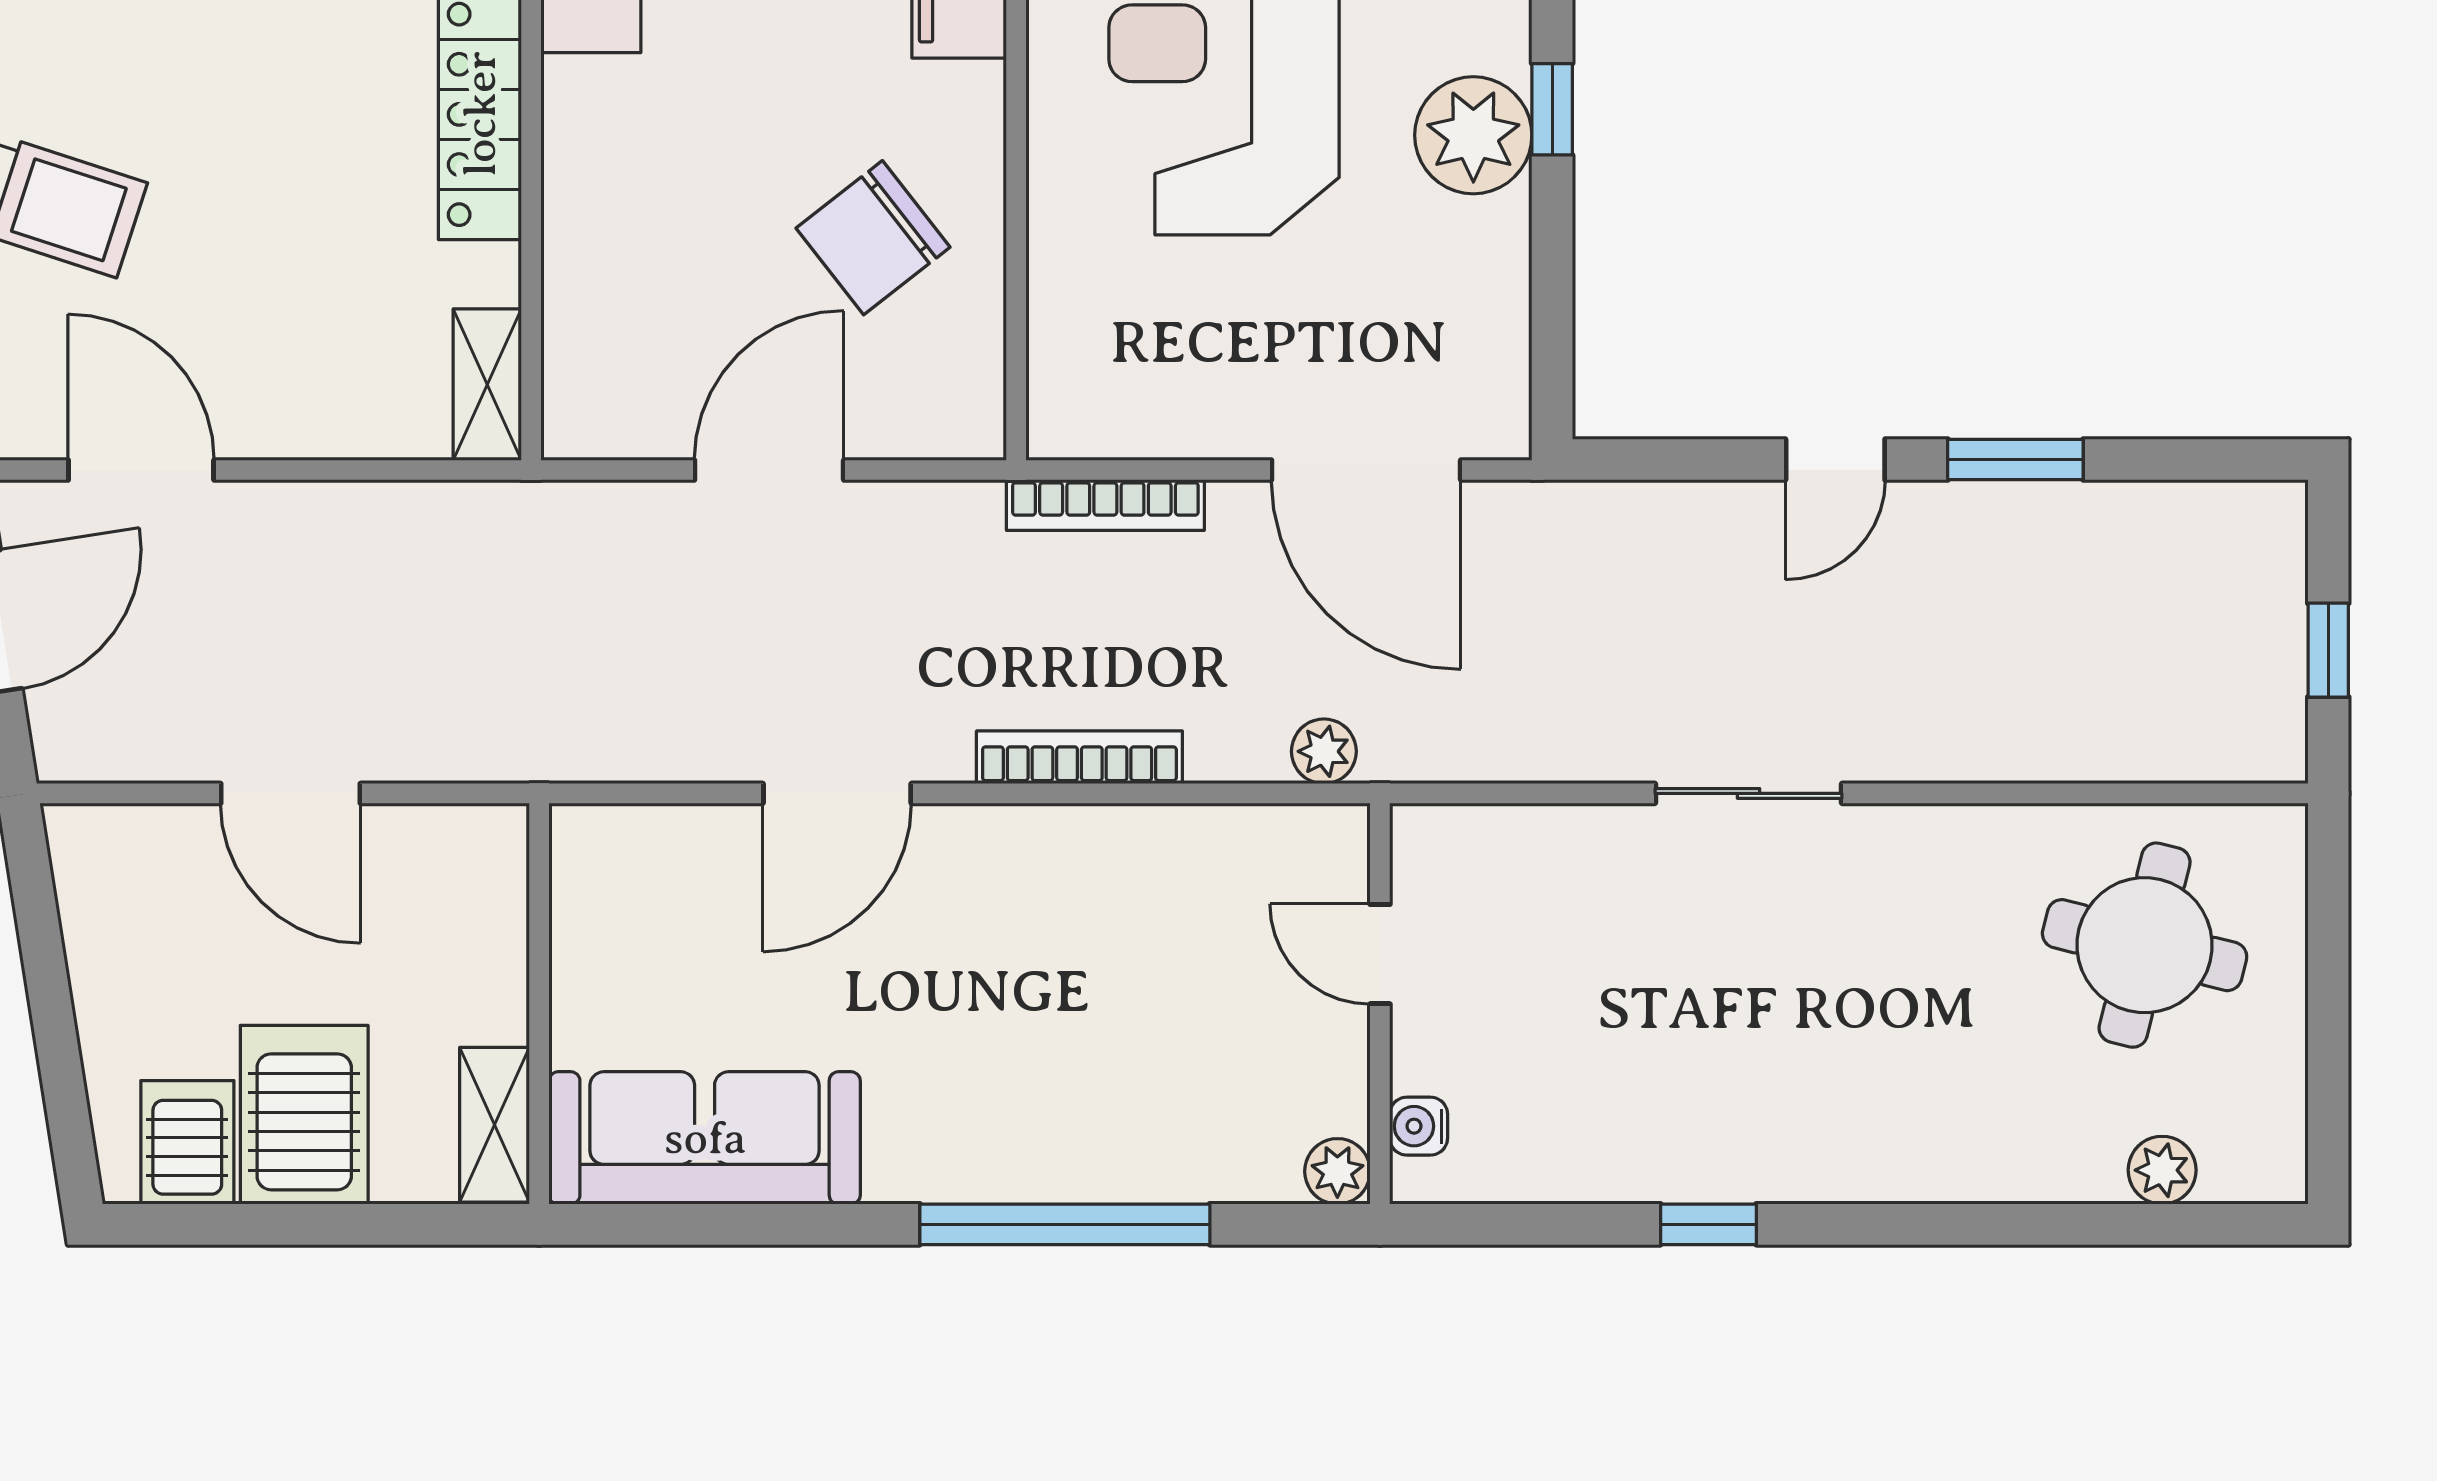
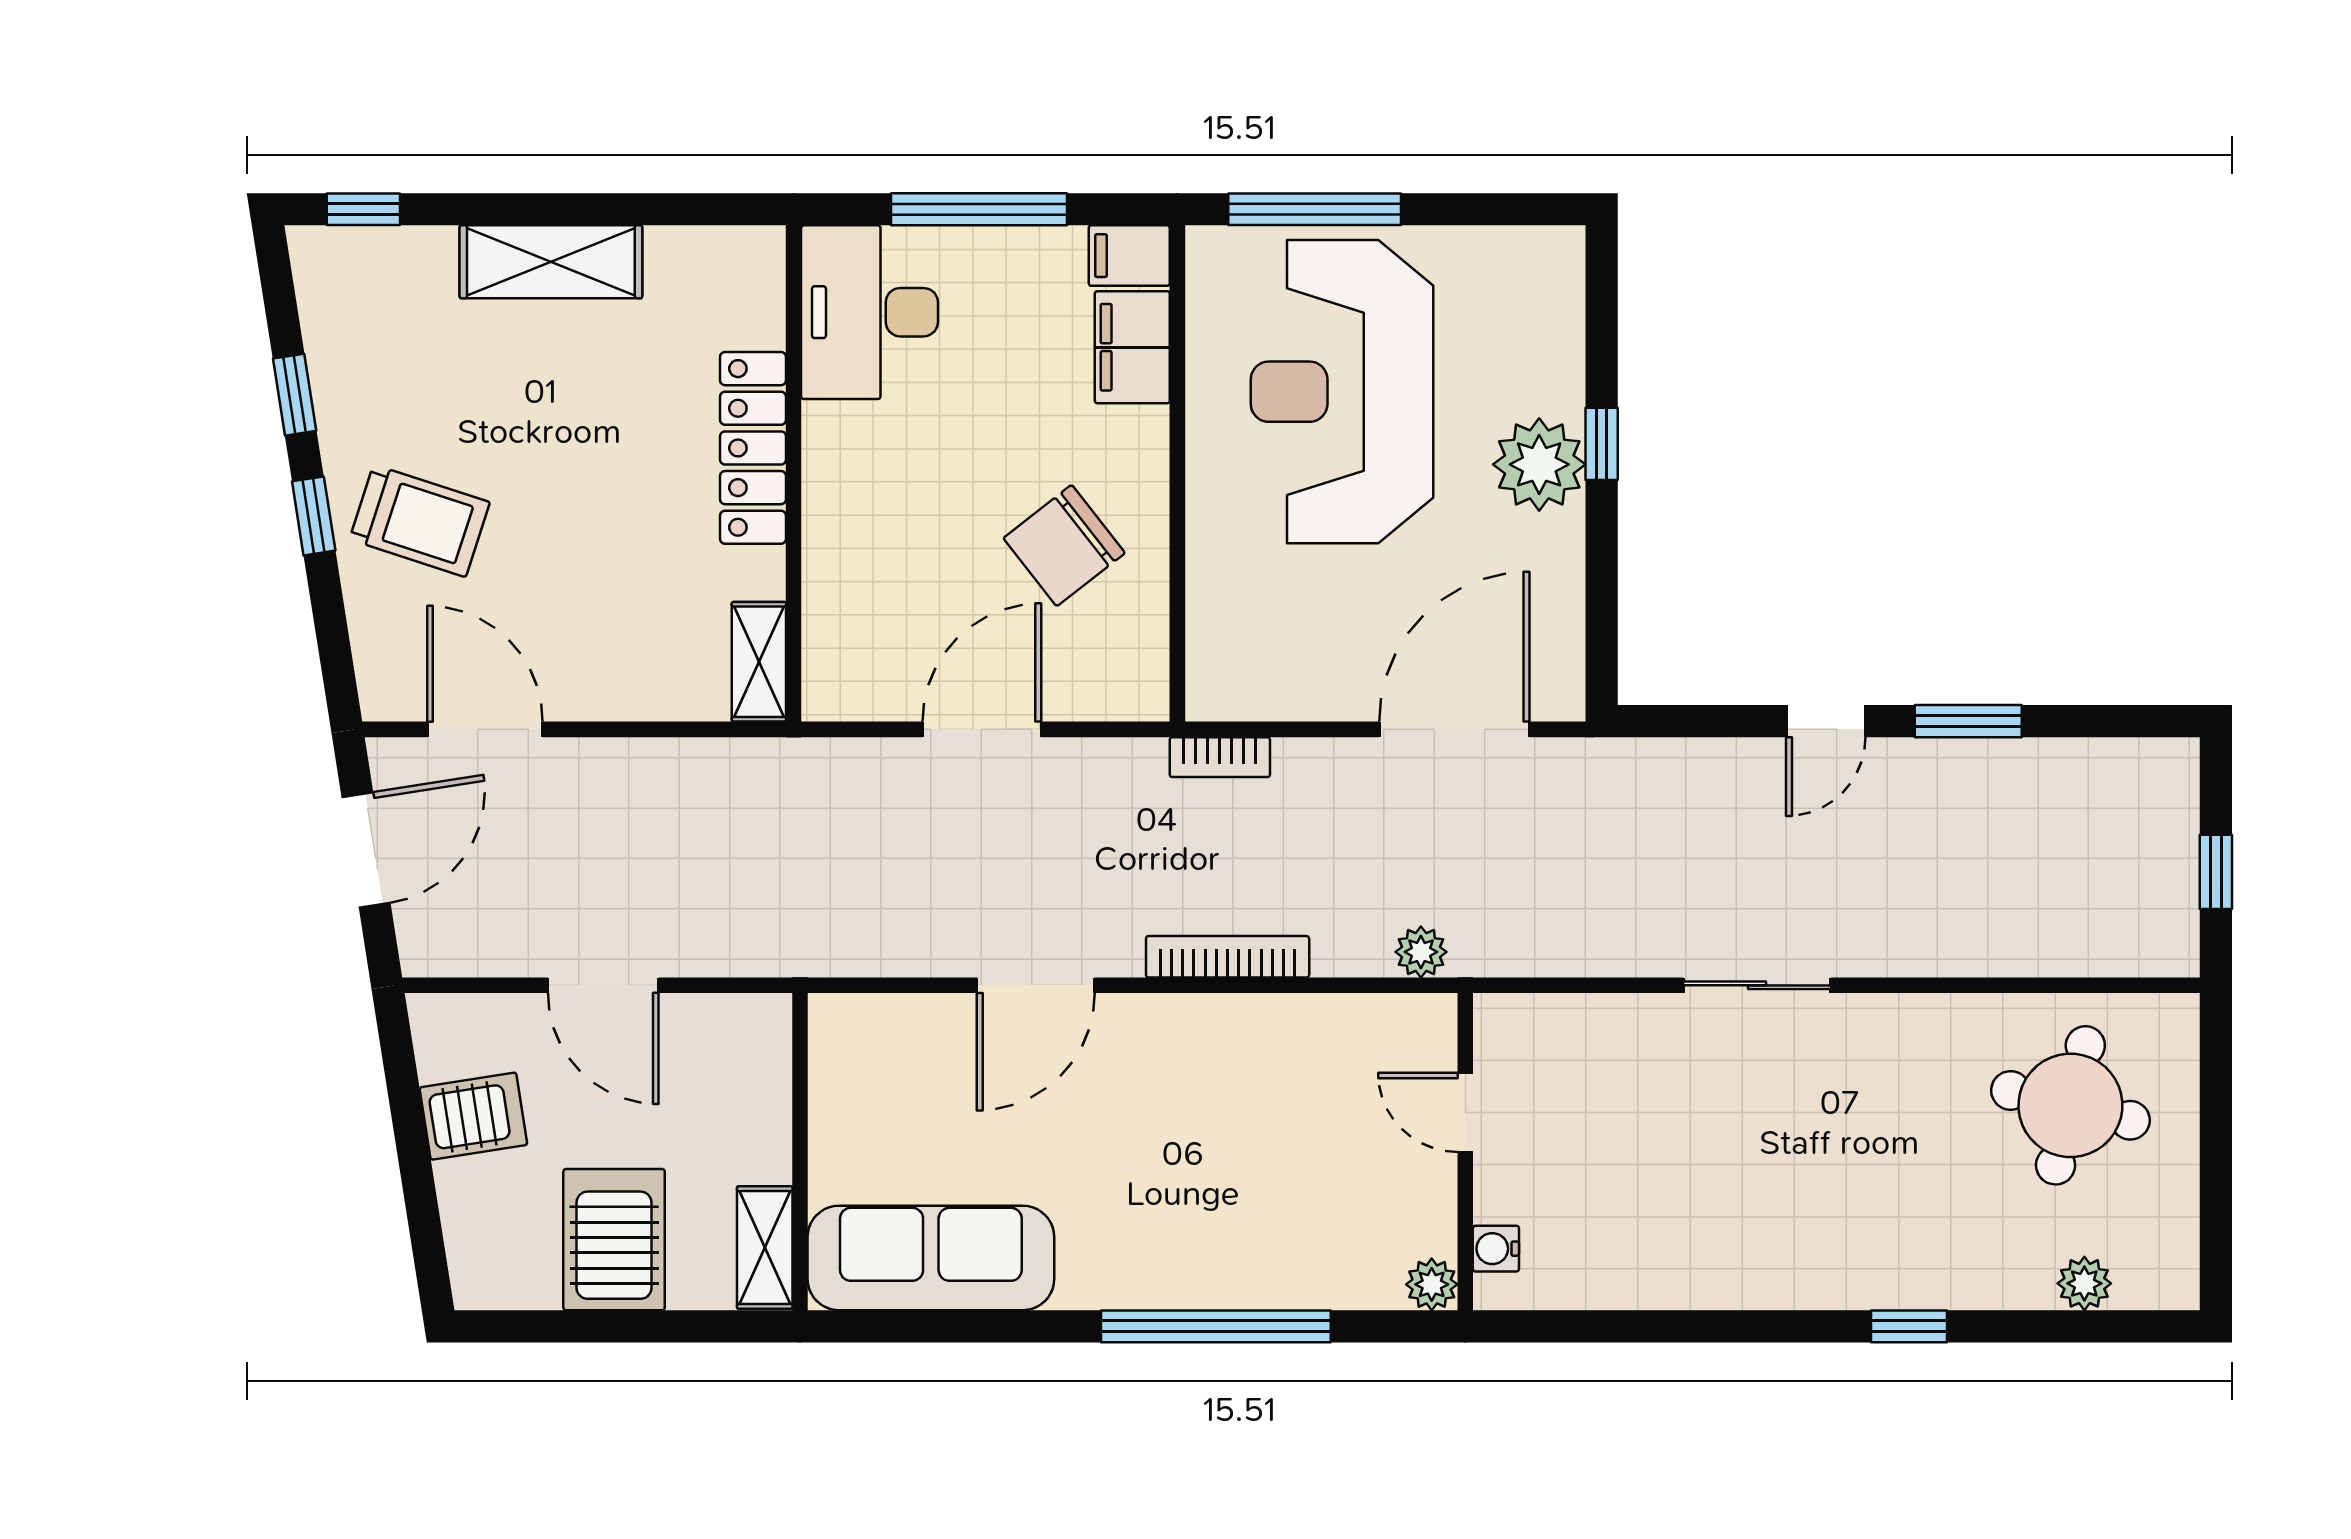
door: (1366, 470) -> (1454, 729), swing flipped
bookcase: (1105, 505) -> (1220, 757), width x0.64
server rack: (187, 1142) -> (473, 1116), moved, turned 81
window: (1708, 1224) -> (1909, 1326), moved

